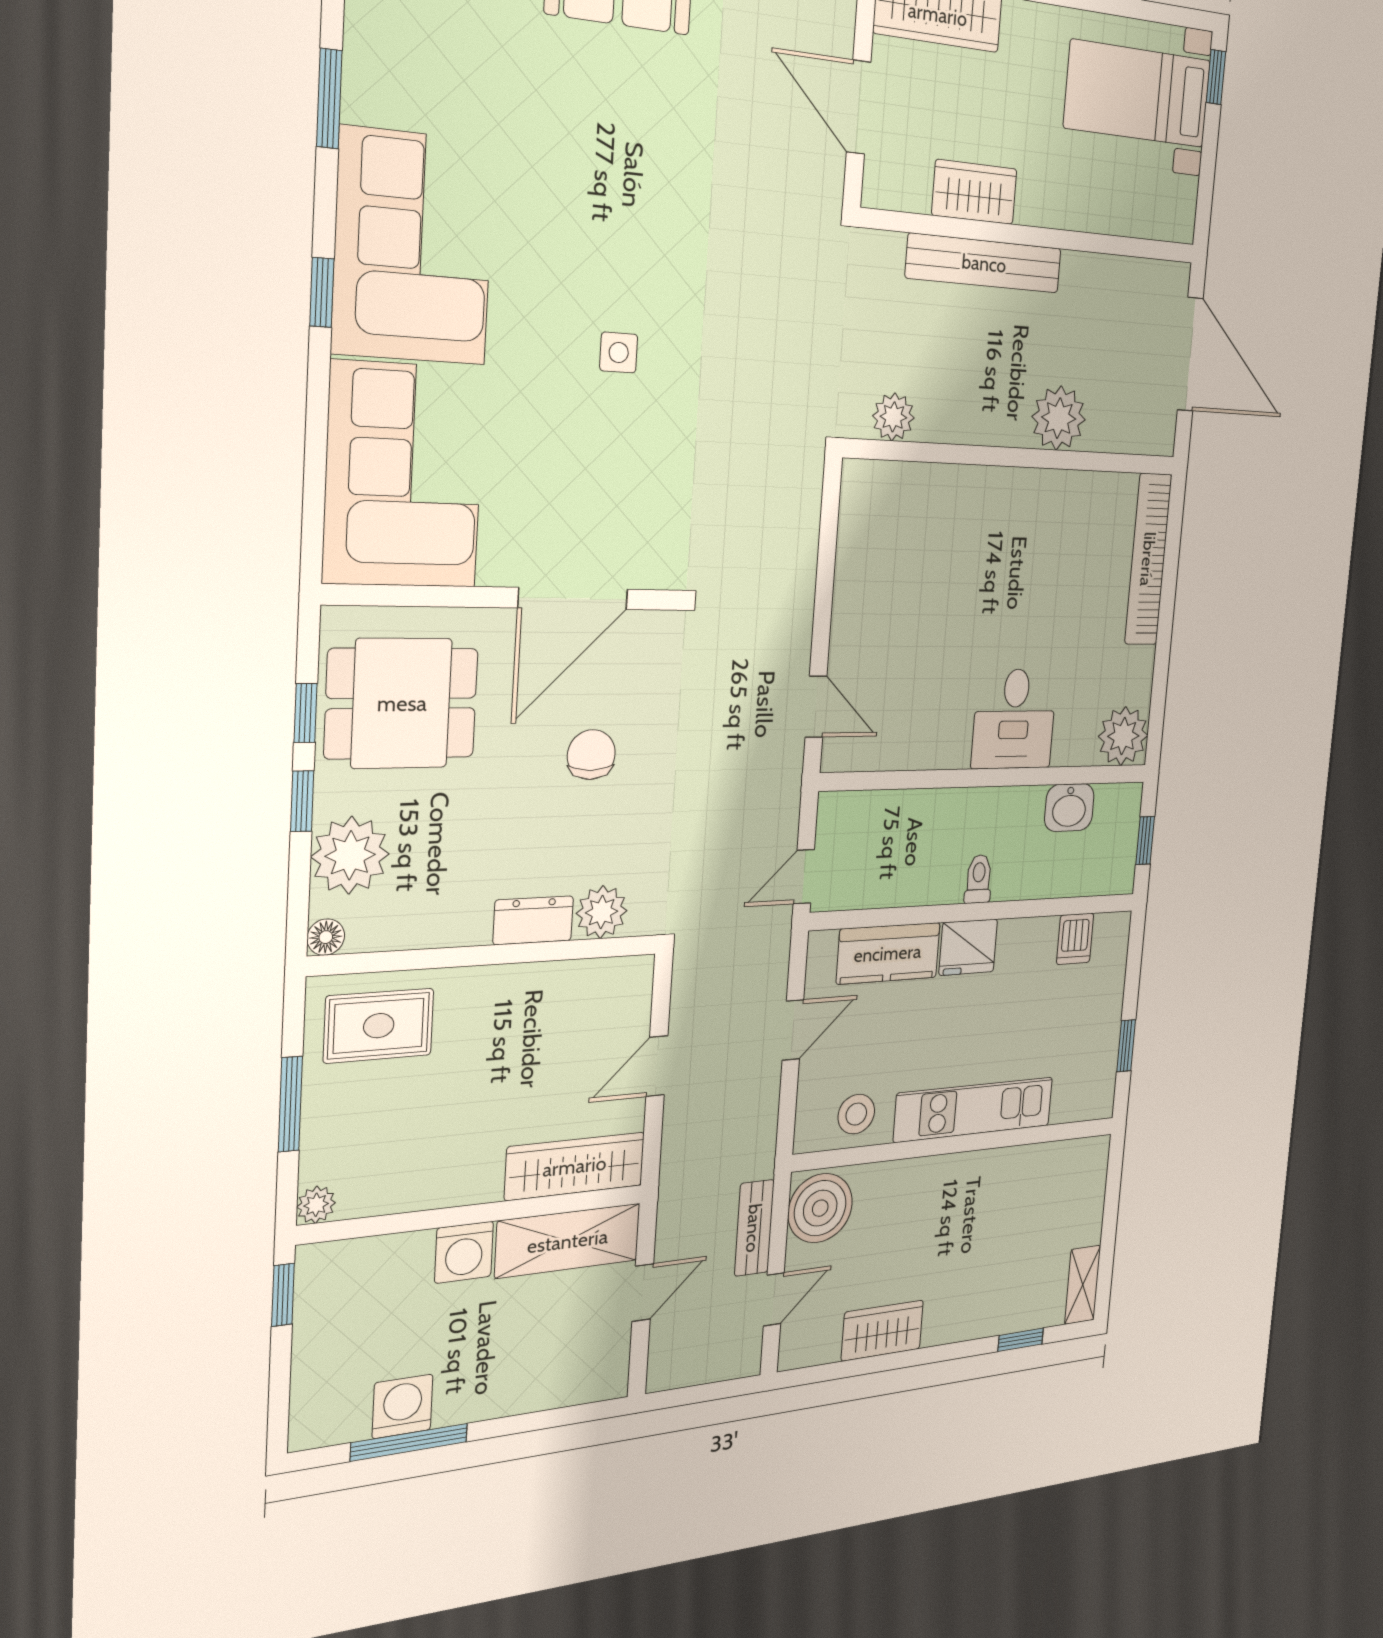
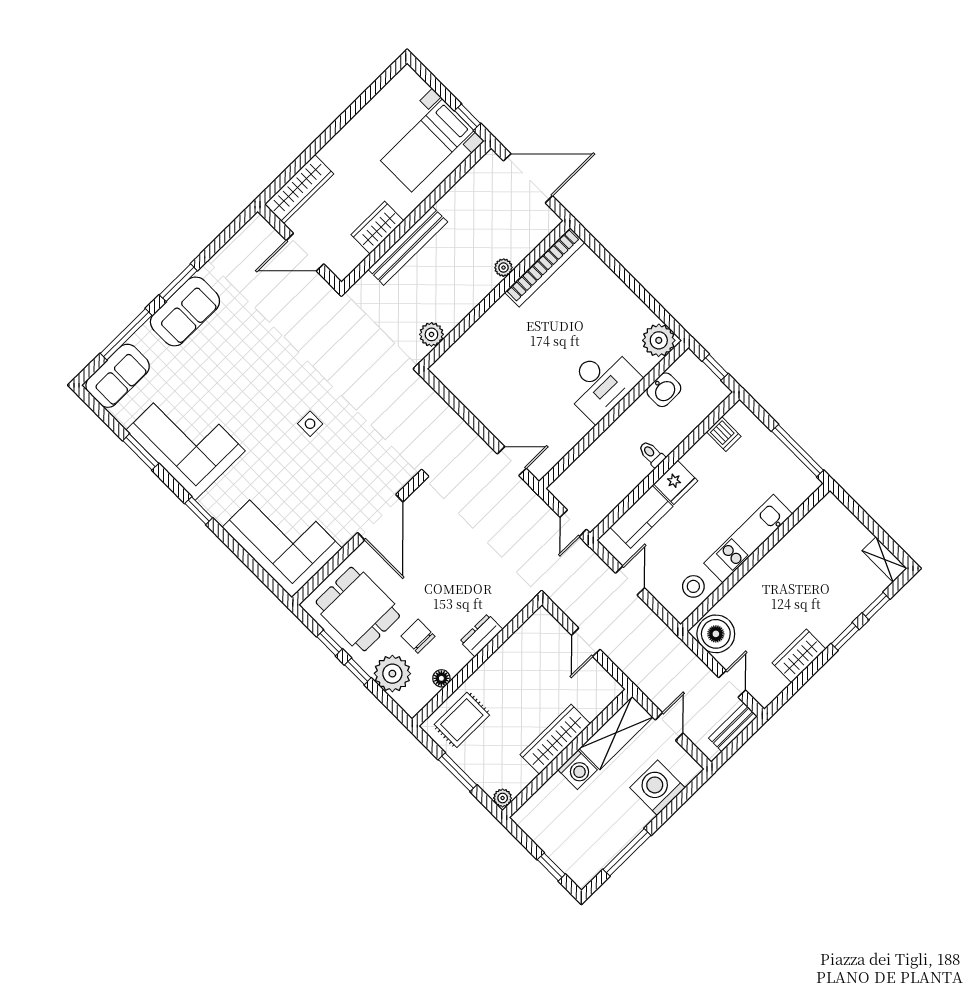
window: (1216, 77) -> (467, 117), moved
bed with nightstands: (1138, 94) -> (427, 145), moved
corner sofa: (413, 247) -> (186, 441), moved
plant: (1059, 418) -> (503, 268), width x0.53, depth x0.53
bookcase: (1148, 559) -> (545, 267), moved, turned -90
dining table: (402, 703) -> (358, 609), turned 90
desk: (1014, 719) -> (601, 383), width x1.37
chair: (591, 755) -> (418, 636), moved
plant: (602, 912) -> (505, 609), removed
floor lamp: (326, 937) -> (441, 678), moved
window: (1126, 1046) -> (798, 451), width x2.17
wardrobe: (575, 1166) -> (555, 739), moved
bench: (754, 1228) -> (733, 727), moved, turned 90
window: (283, 1295) -> (551, 867), moved
window: (954, 1351) -> (845, 636), added
washing machine: (403, 1406) -> (658, 788), moved, width x1.37, depth x1.37

